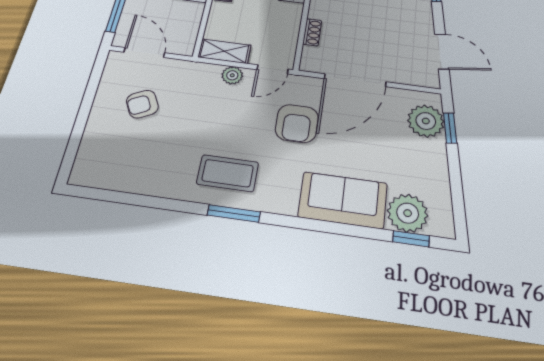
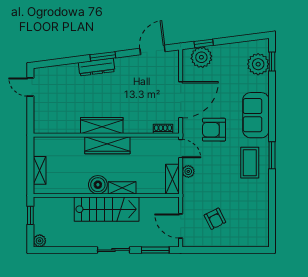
shoe rack: (312, 32) -> (163, 129), moved
door: (144, 53) -> (181, 226), hinge flipped
door: (355, 80) -> (181, 100), hinge flipped
armchair: (297, 123) -> (214, 130), turned 180
sofa: (343, 200) -> (256, 115), moved

